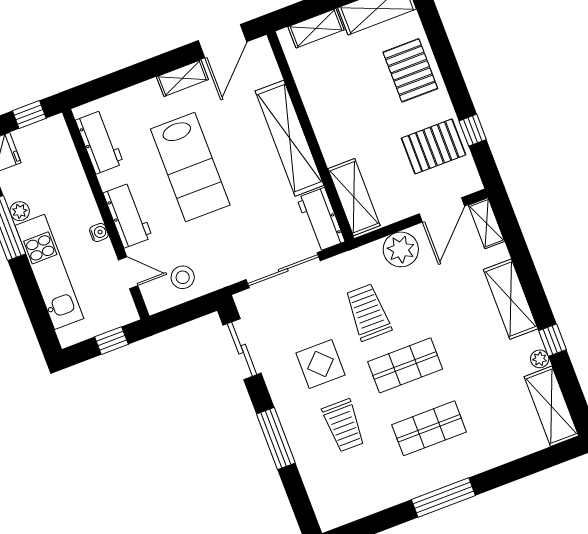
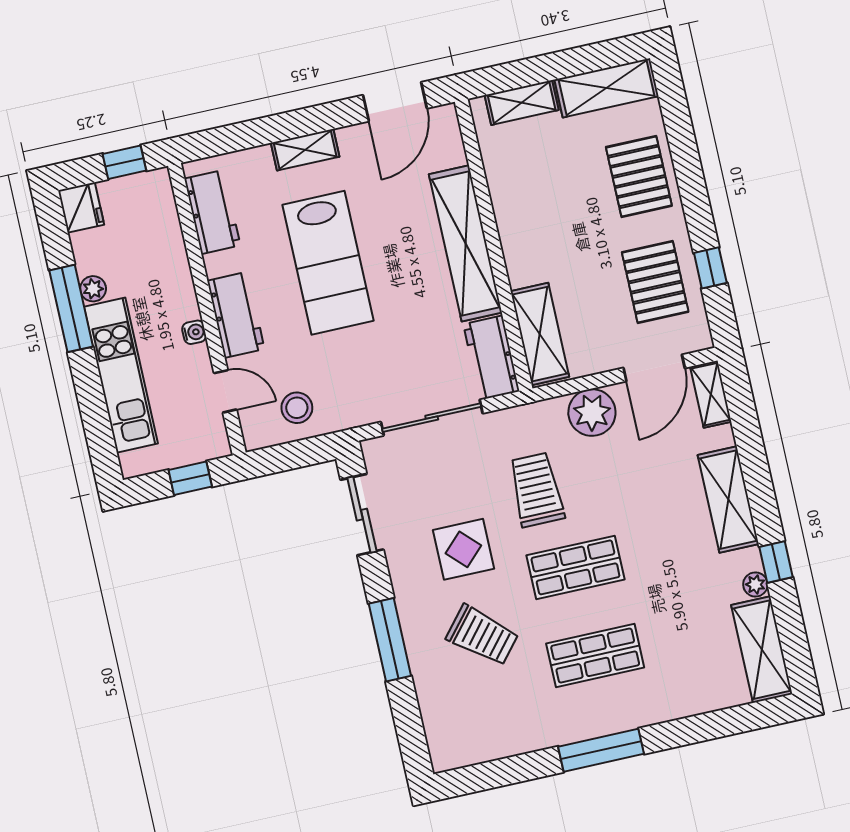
shelving: (182, 78) -> (305, 150), moved
pallet: (434, 146) -> (655, 282), turned 90
trolley: (344, 425) -> (482, 635), turned -50

